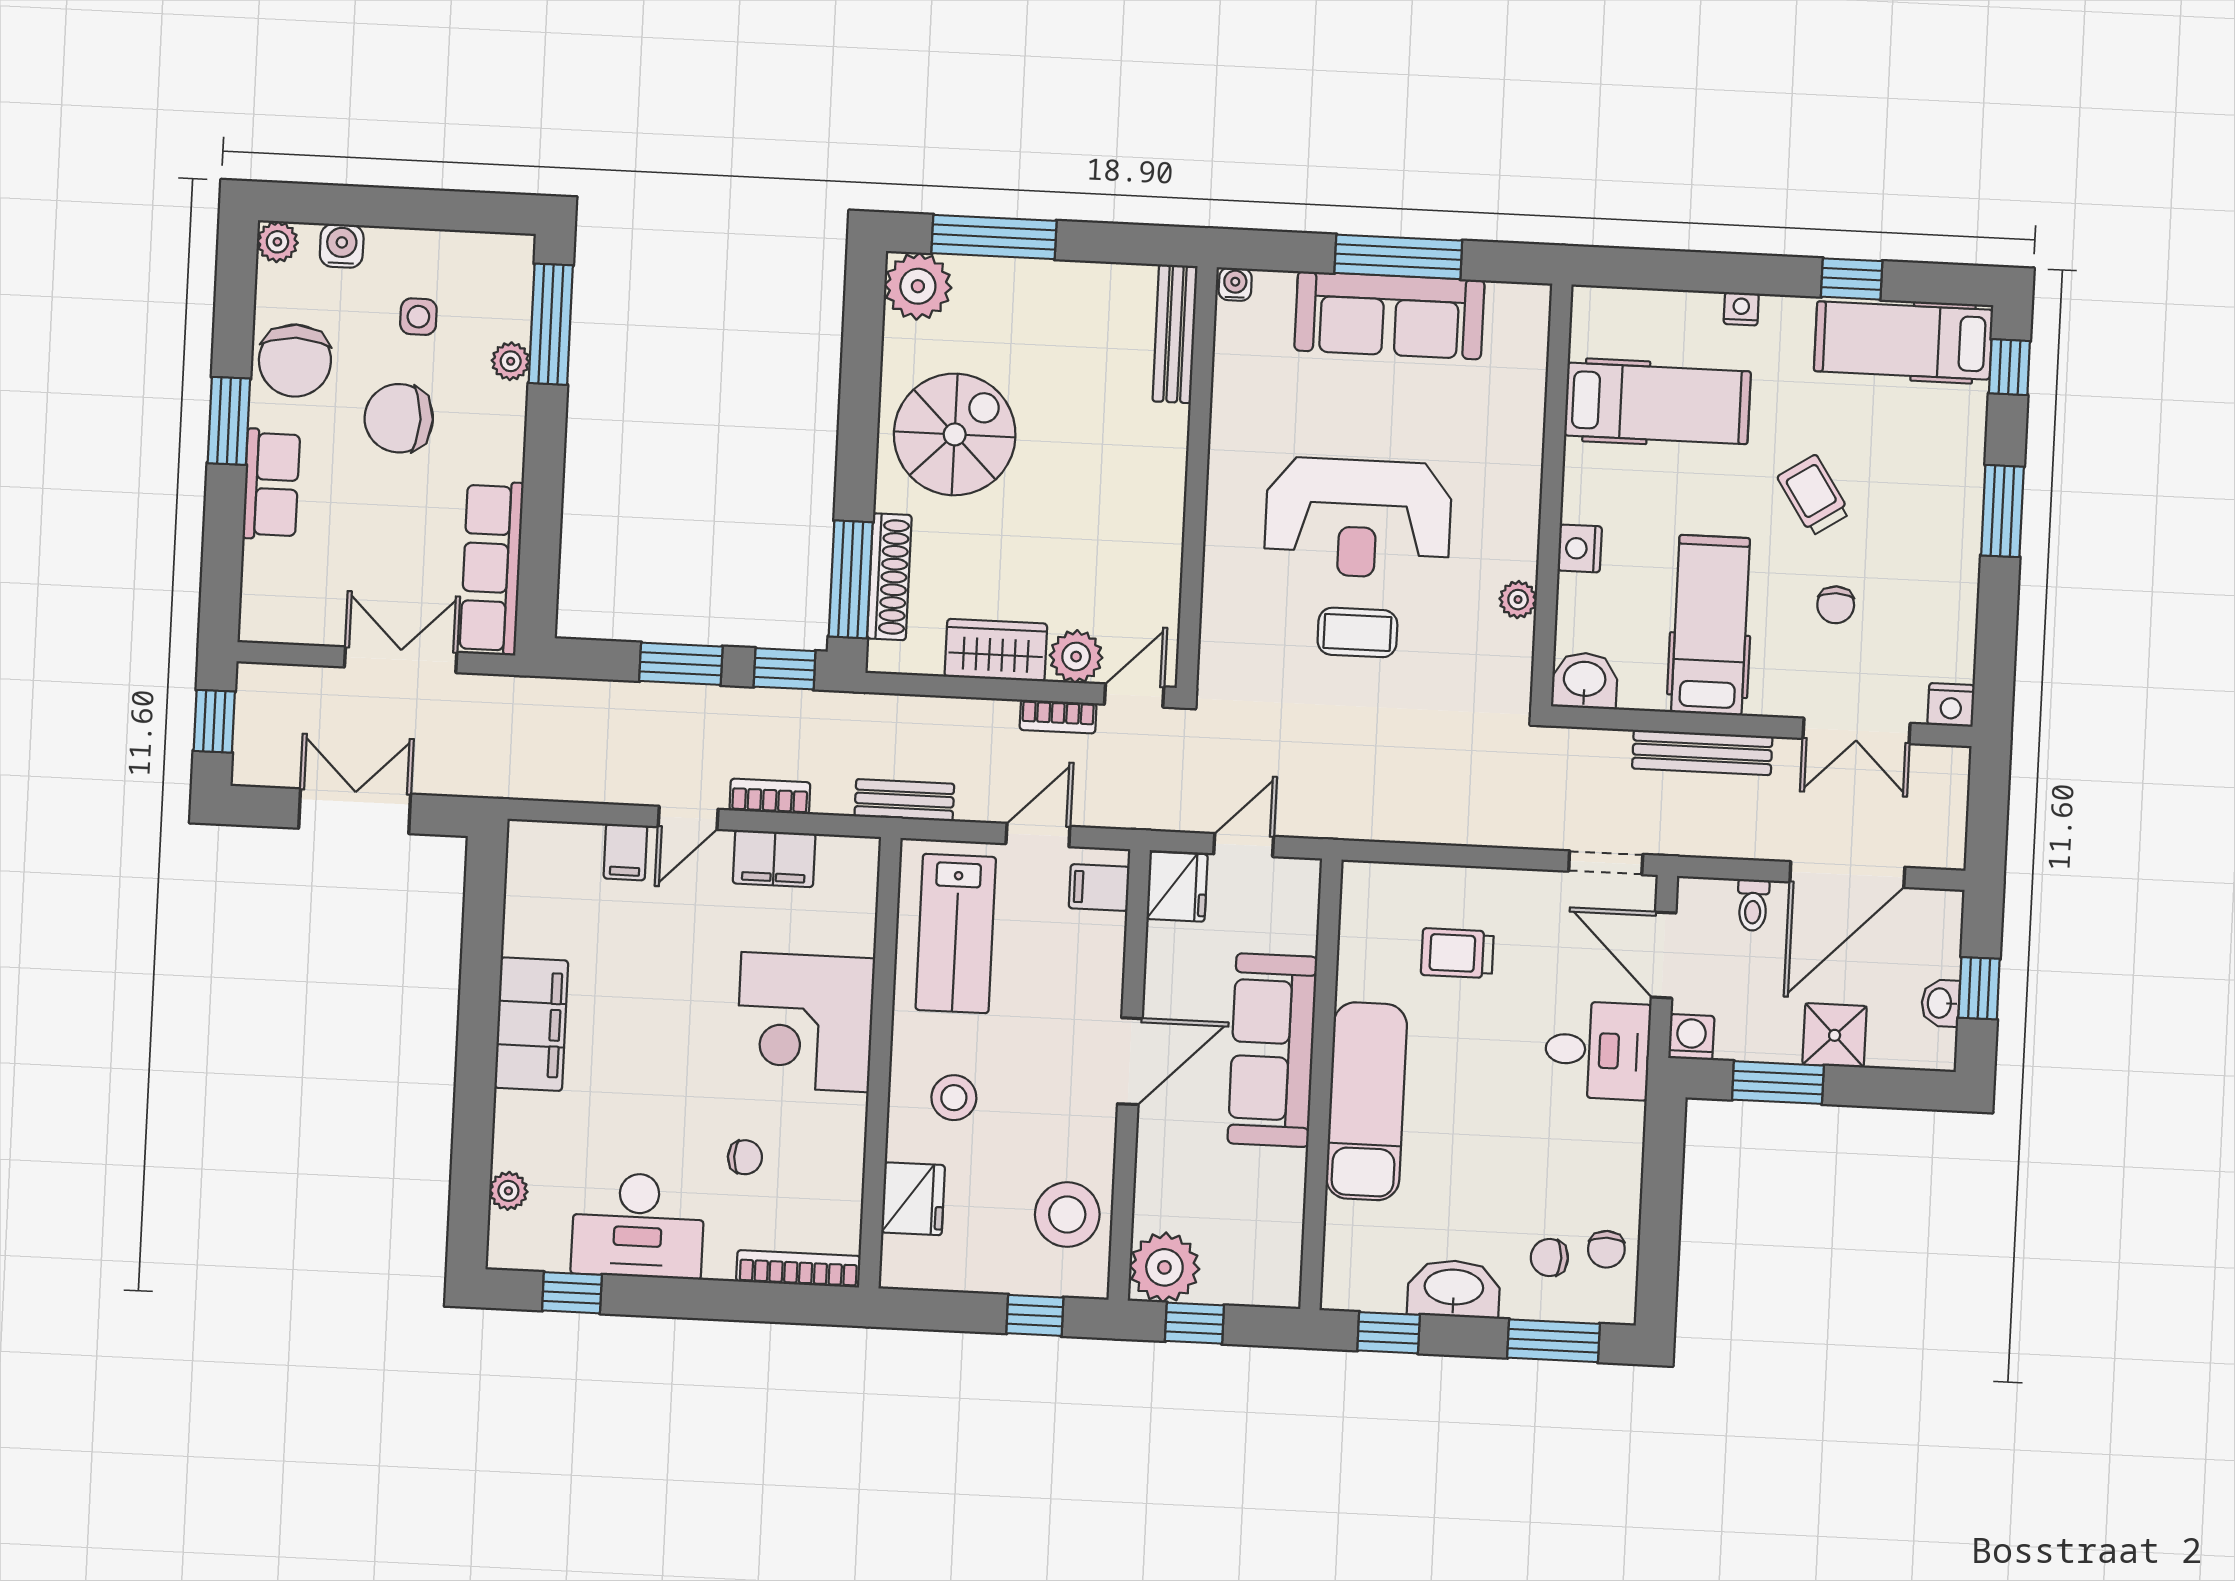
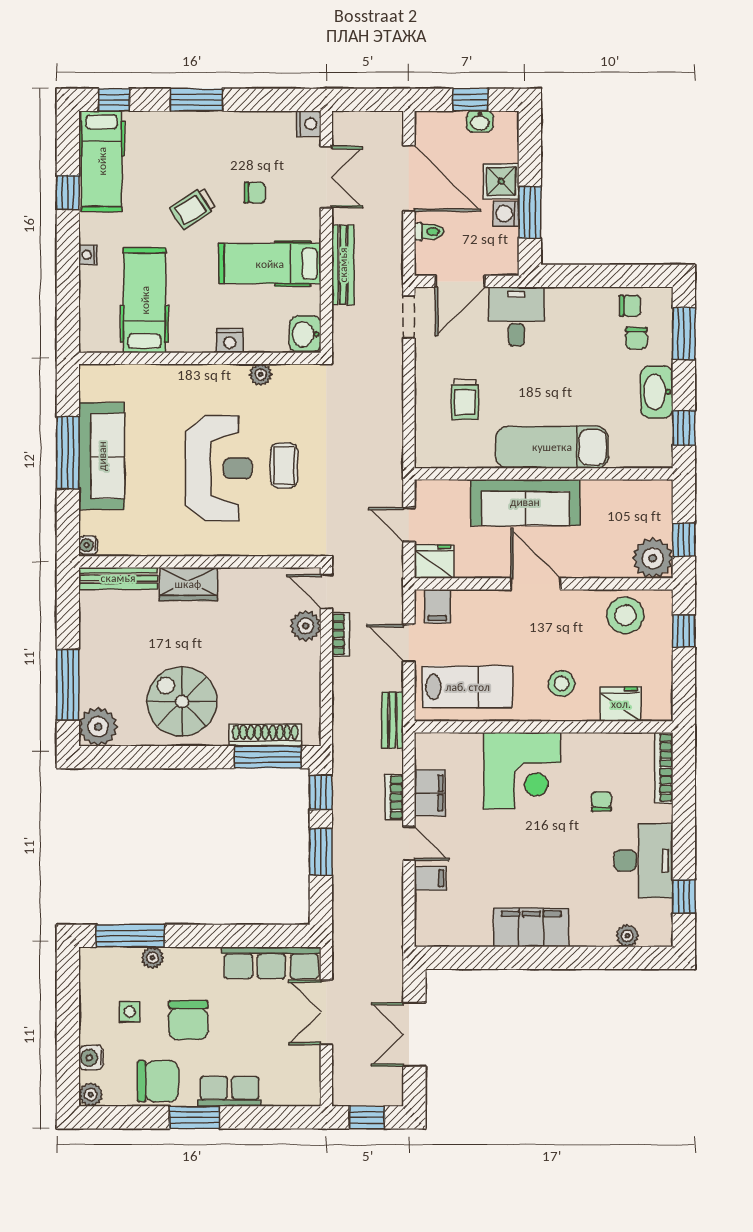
wardrobe: (996, 650) -> (188, 584), moved, turned -90
washing machine: (1691, 1037) -> (506, 214), moved

